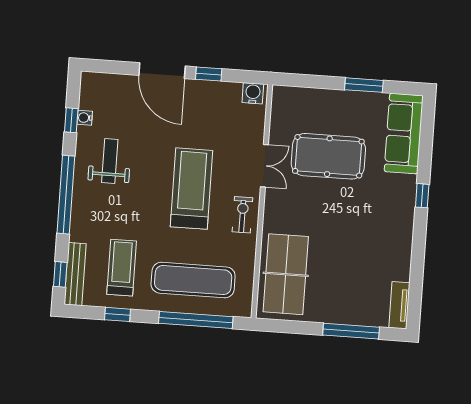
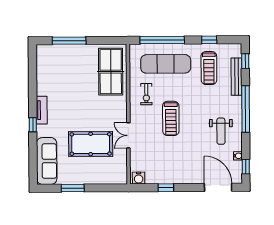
door: (162, 71) -> (218, 187), moved
window: (71, 120) -> (246, 167), moved
treadmill: (191, 189) -> (171, 118), width x0.73, depth x0.73
exercise bike: (242, 215) -> (146, 94), moved
bench: (75, 274) -> (236, 77), moved
tv unit: (399, 305) -> (42, 110), moved

